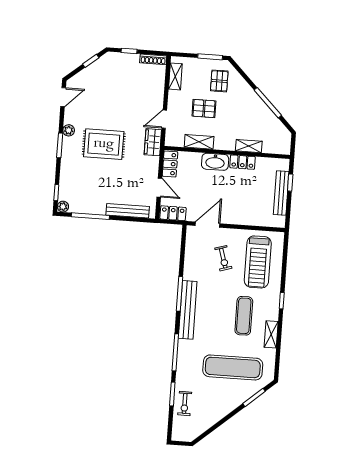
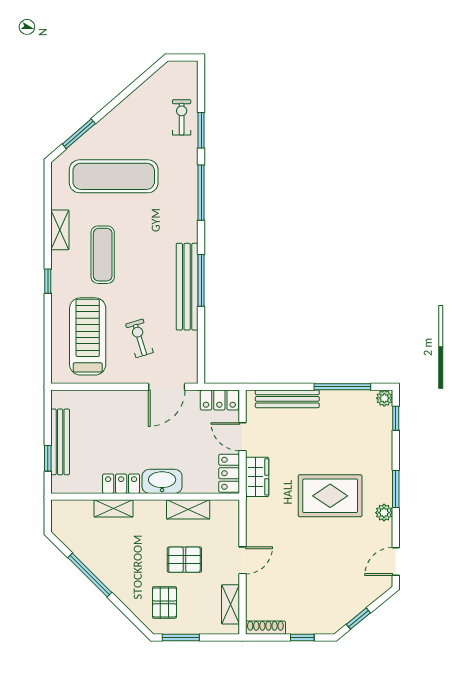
door: (164, 119) -> (242, 560), moved
wardrobe: (153, 142) -> (257, 477), moved
bench: (188, 310) -> (187, 287), moved

